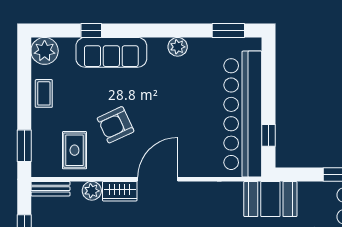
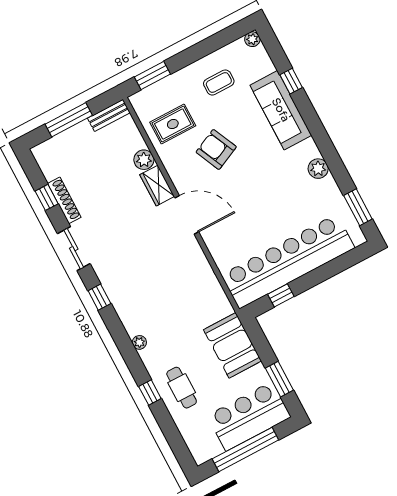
plant: (45, 51) -> (252, 39), width x0.53, depth x0.53
coffee table: (44, 93) -> (219, 82), moved
bench: (50, 189) -> (109, 115), moved, turned 90
booth: (270, 199) -> (232, 345), moved

